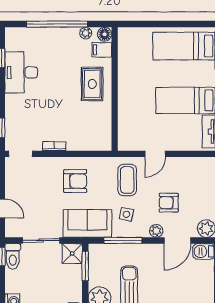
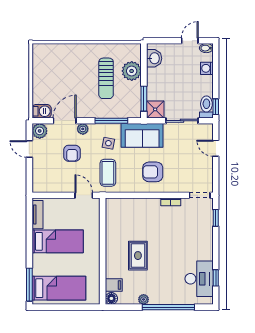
floor lamp: (105, 34) -> (111, 298), moved
filing cabinet: (102, 50) -> (114, 285), moved
desk: (21, 72) -> (199, 279), moved
wall: (115, 89) -> (103, 251), moved
door: (155, 154) -> (84, 195), hinge flipped
armchair: (169, 203) -> (72, 153), turned 90

